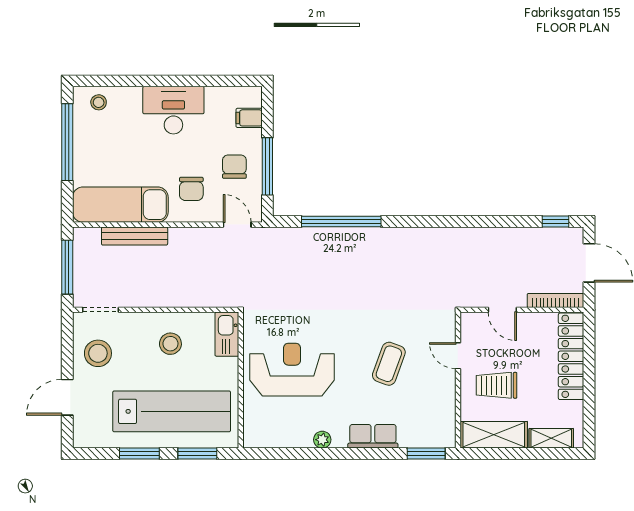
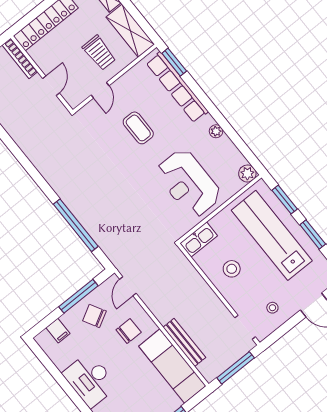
chair: (234, 167) -> (94, 316), turned 61
stool: (98, 353) -> (272, 308), width x0.53, depth x0.53
coffee table: (389, 364) -> (138, 128), turned 70
row of seats: (373, 436) -> (177, 87), width x2.02
plant: (254, 437) -> (247, 173), added

